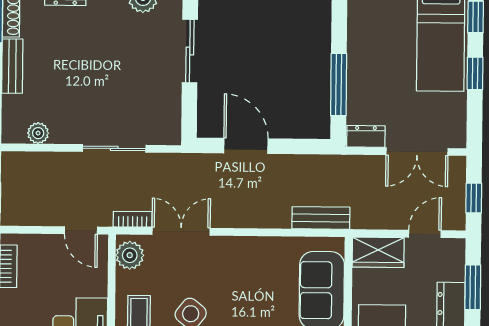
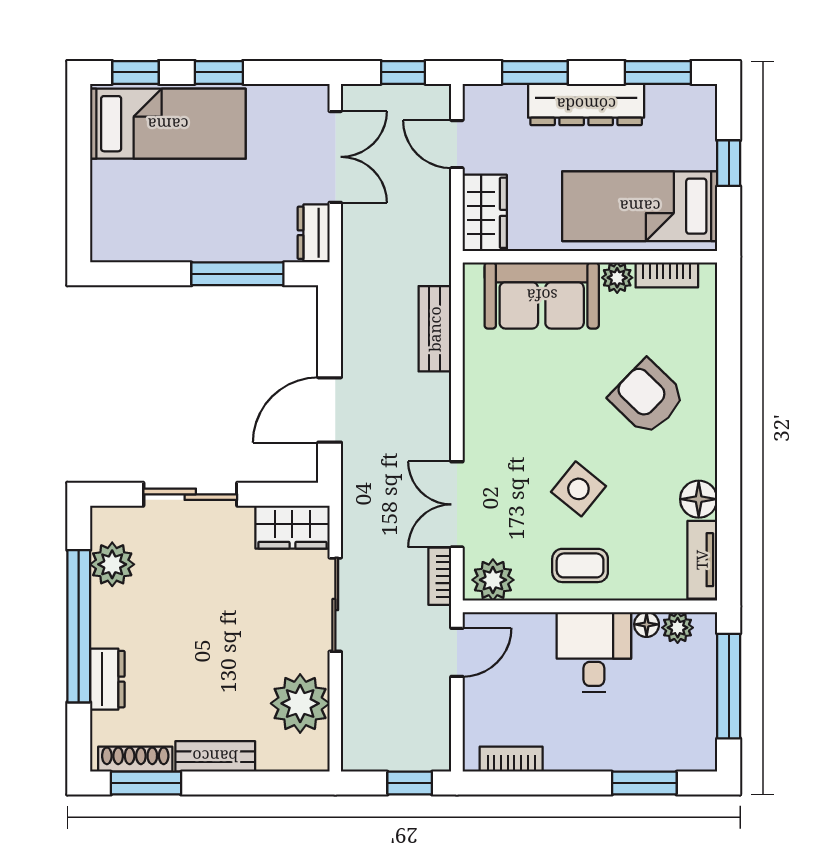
wardrobe: (167, 120) -> (292, 527), added
plant: (38, 133) -> (300, 703), width x1.88, depth x1.88
bench: (321, 218) -> (435, 329), moved

